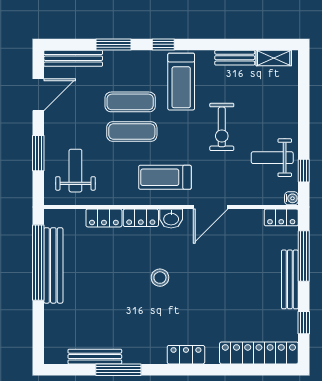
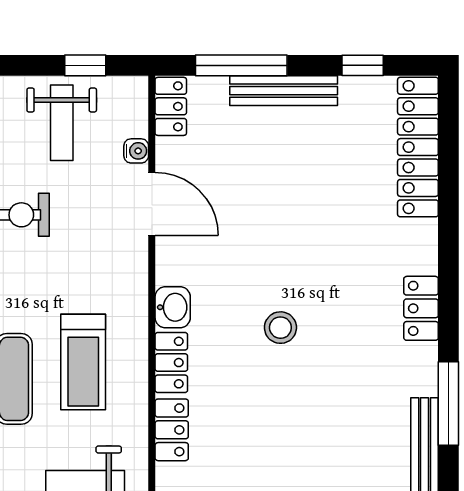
treadmill: (165, 177) -> (83, 362), moved
water cooler: (291, 198) -> (136, 151), moved, turned 90
door: (211, 207) -> (152, 204), moved
locker: (186, 355) -> (421, 308), moved

